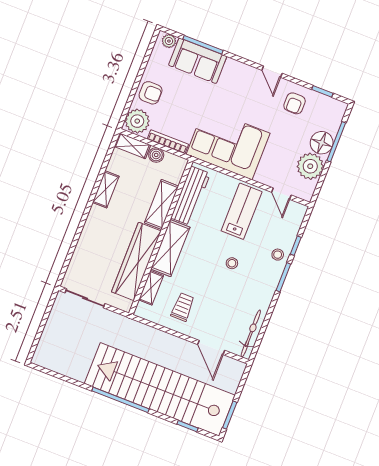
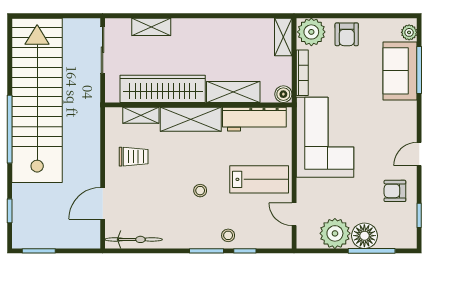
boiler: (156, 155) -> (283, 94), moved
shelving: (106, 189) -> (151, 27), moved
door: (281, 194) -> (294, 214), hinge flipped
stairs: (160, 389) -> (37, 100), moved

